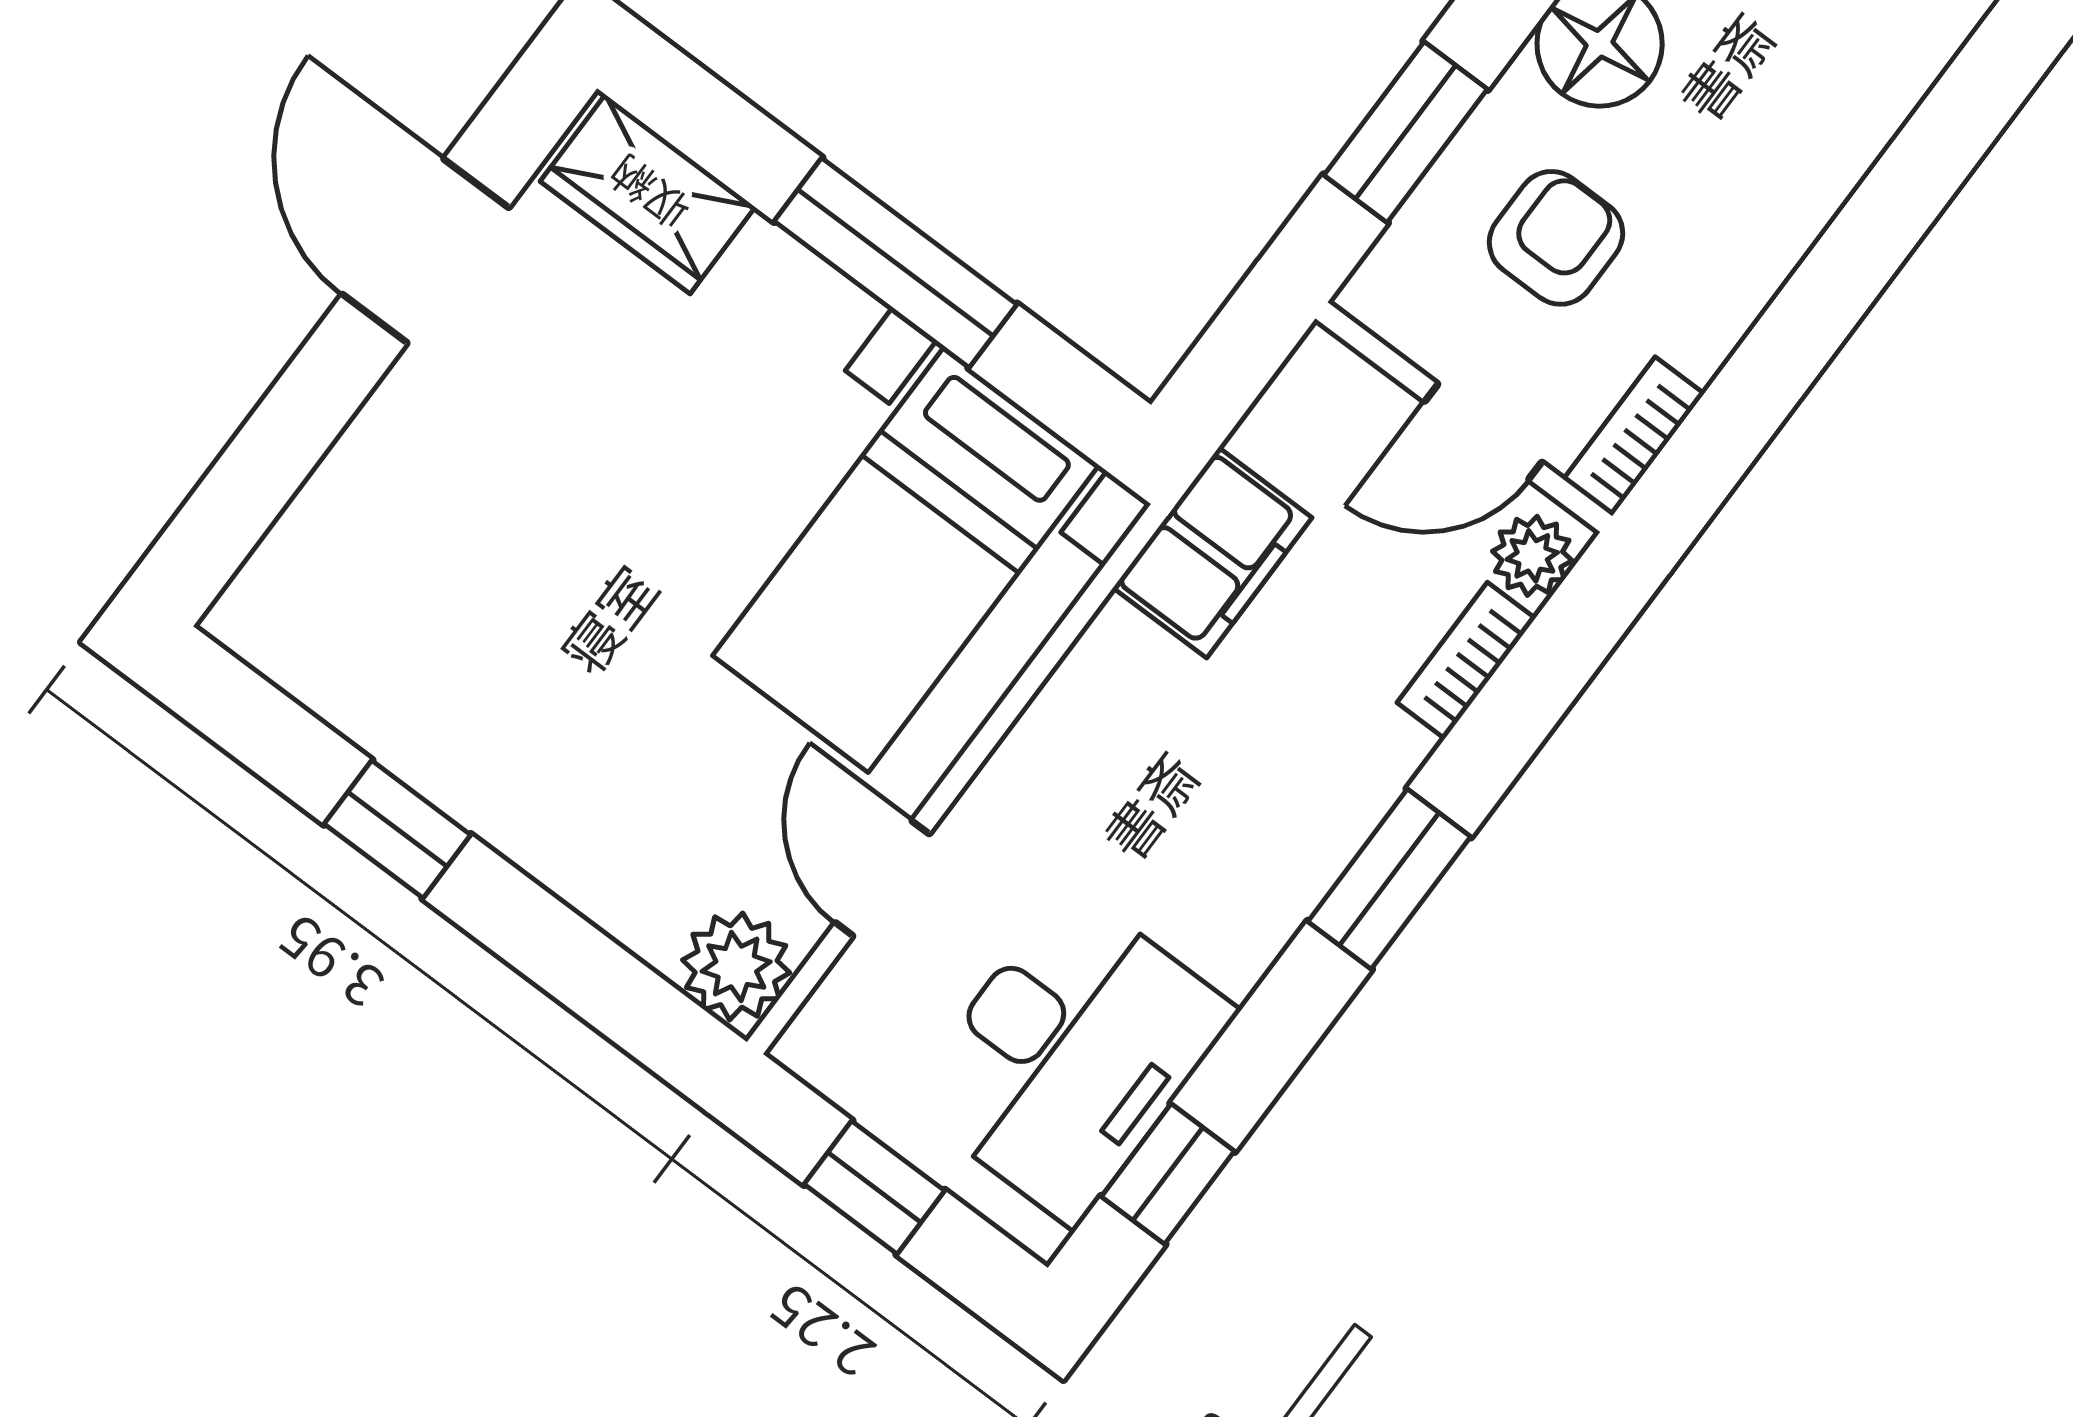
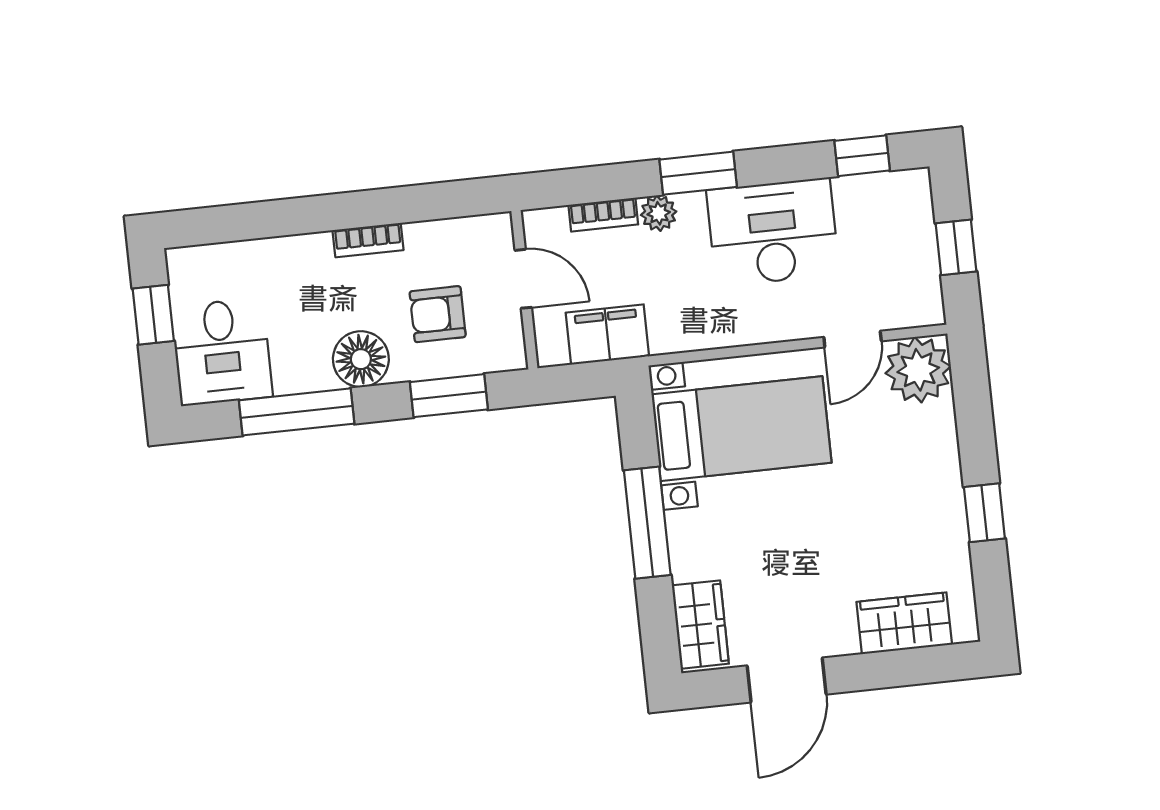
bookcase: (1634, 436) -> (368, 240), moved
wardrobe: (339, 530) -> (904, 623), added
filing cabinet: (1213, 553) -> (607, 335), moved
plant: (1532, 556) -> (659, 213), moved
plant: (736, 966) -> (918, 370), width x1.36, depth x1.36
desk: (1071, 1056) -> (773, 232), moved

